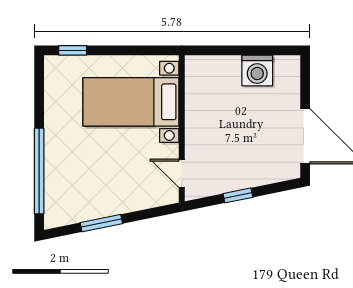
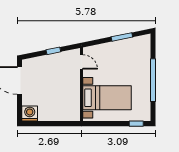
washing machine: (257, 70) -> (30, 114), moved
window: (39, 171) -> (153, 80), moved

